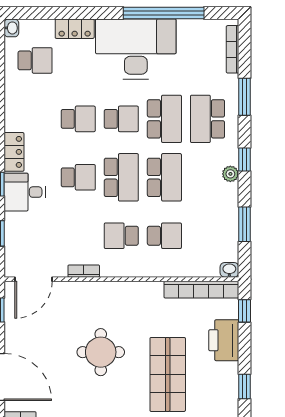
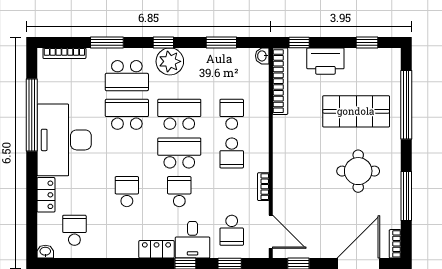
school desk: (121, 119) -> (232, 230), moved, turned 180
plant: (230, 174) -> (170, 61), width x1.88, depth x1.88
round table: (101, 352) -> (358, 171), moved

